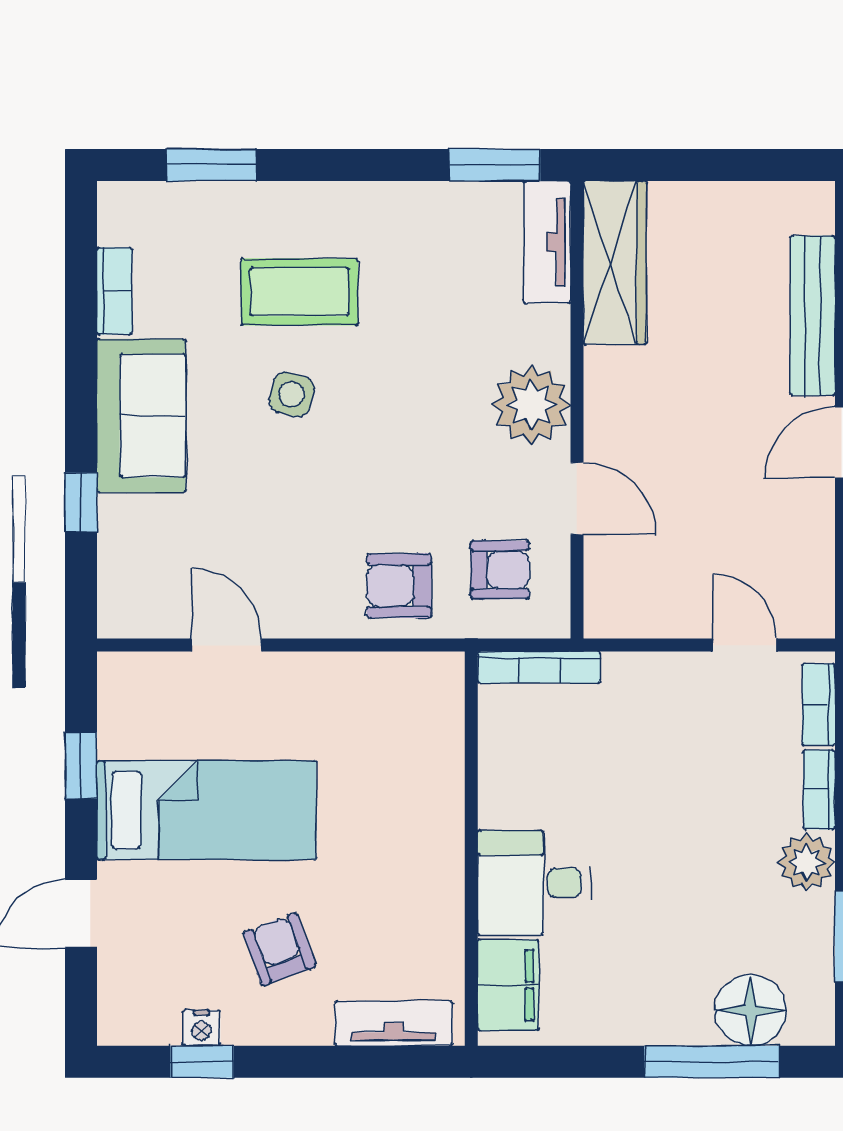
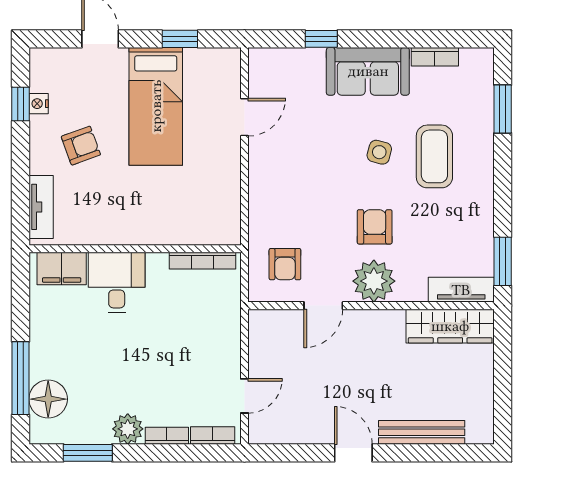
armchair: (399, 586) -> (375, 227), moved
bookcase: (539, 667) -> (202, 261), moved, turned -90

